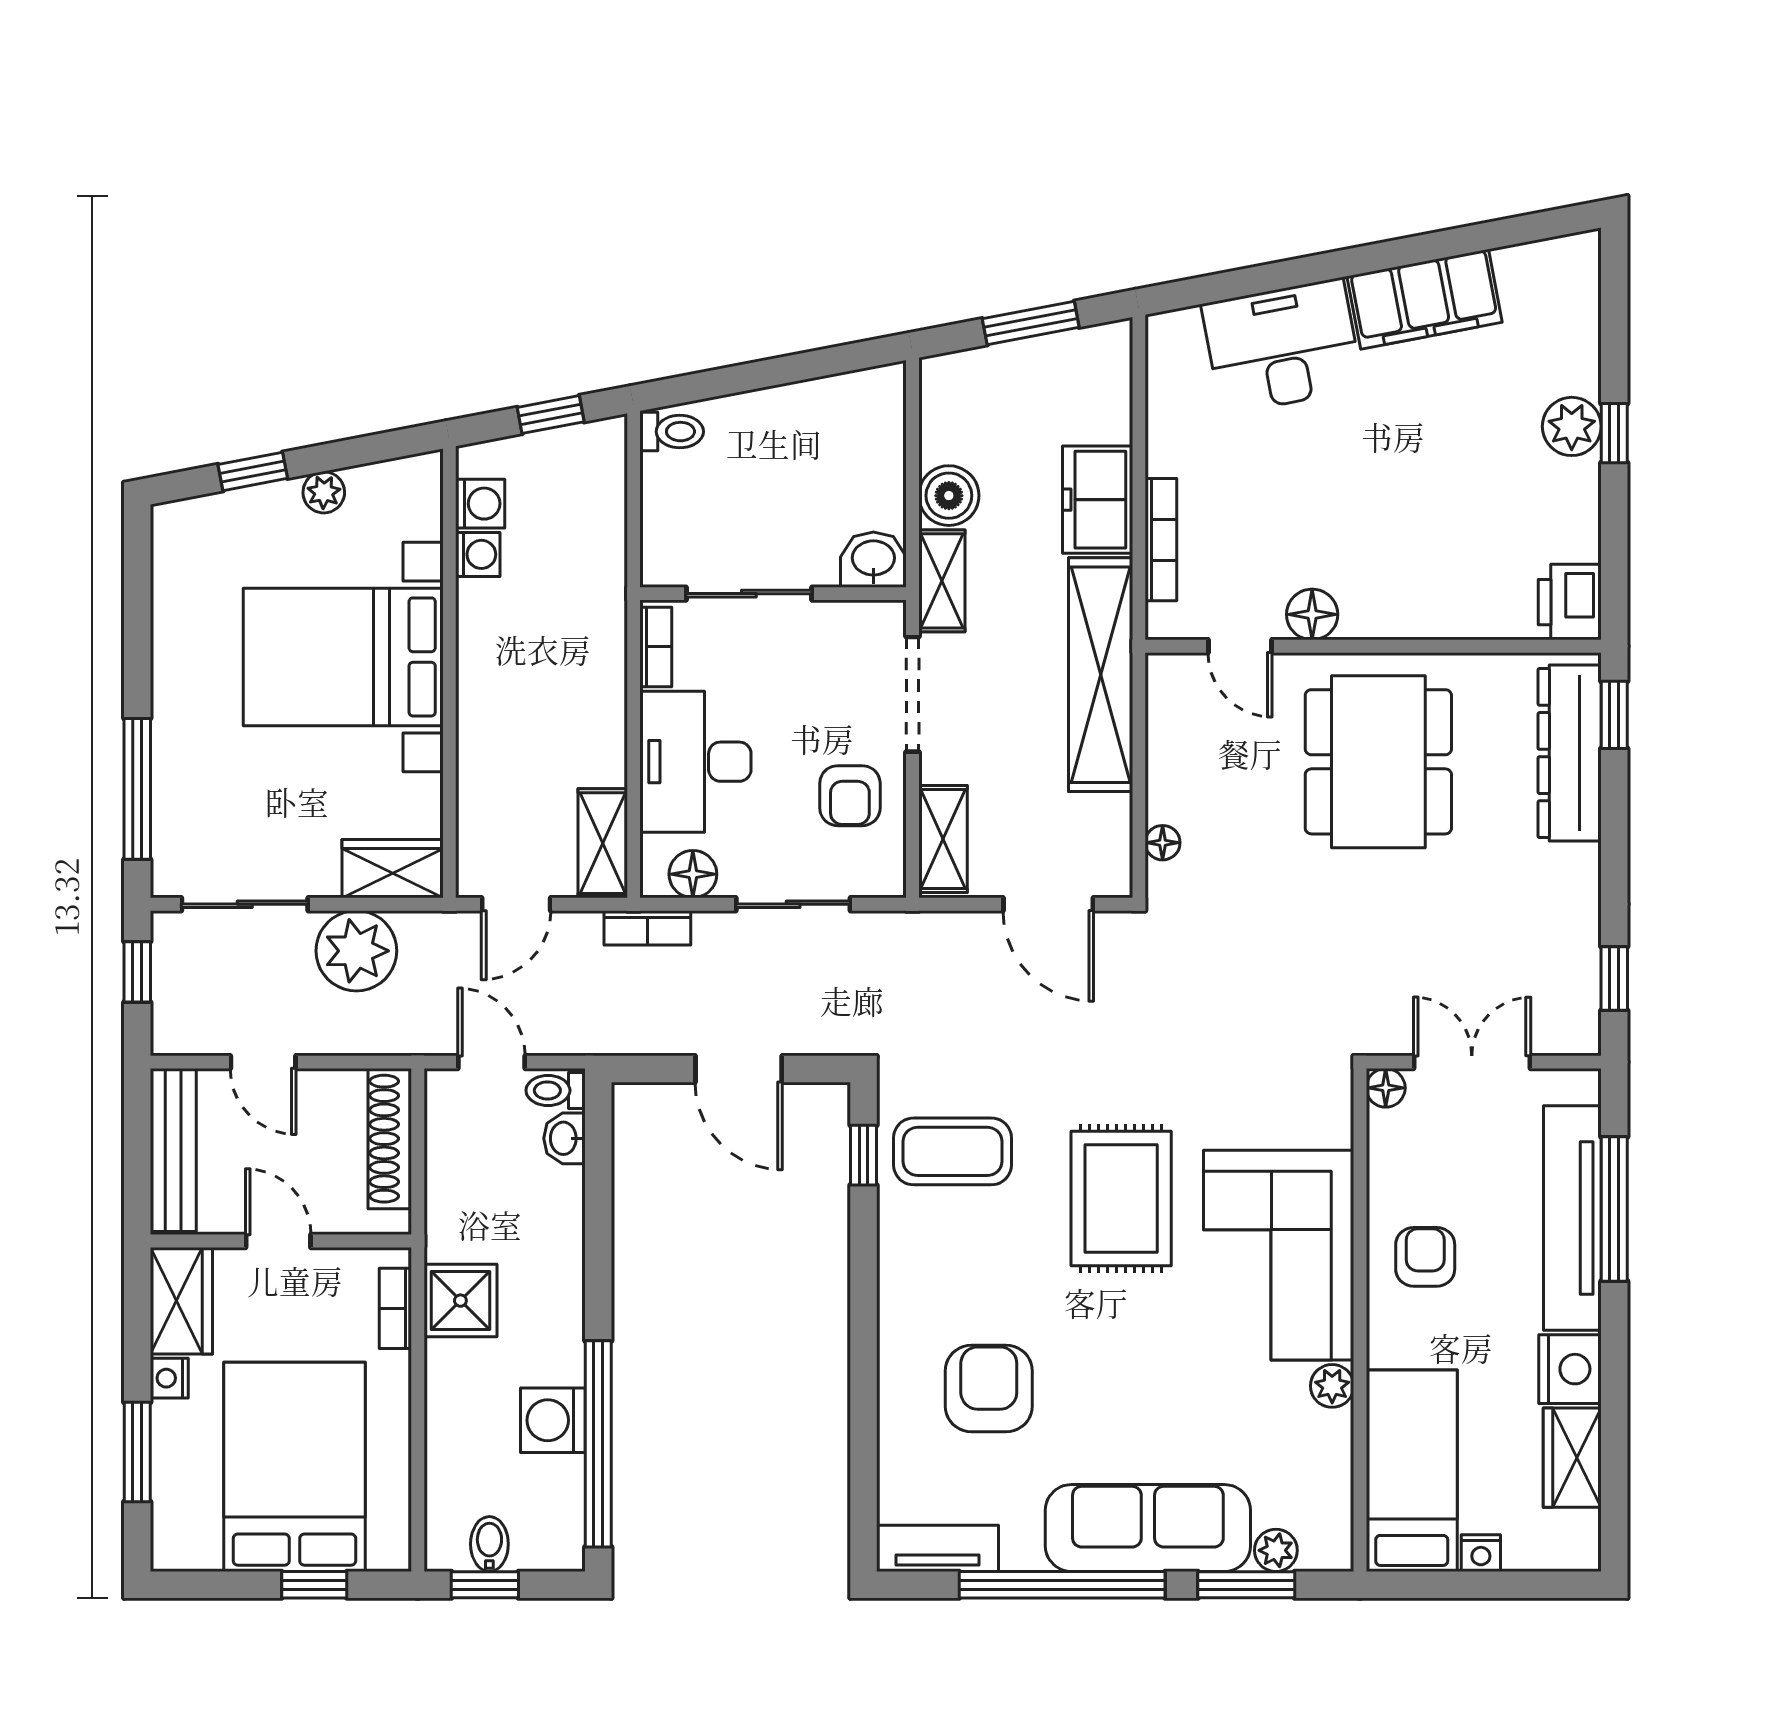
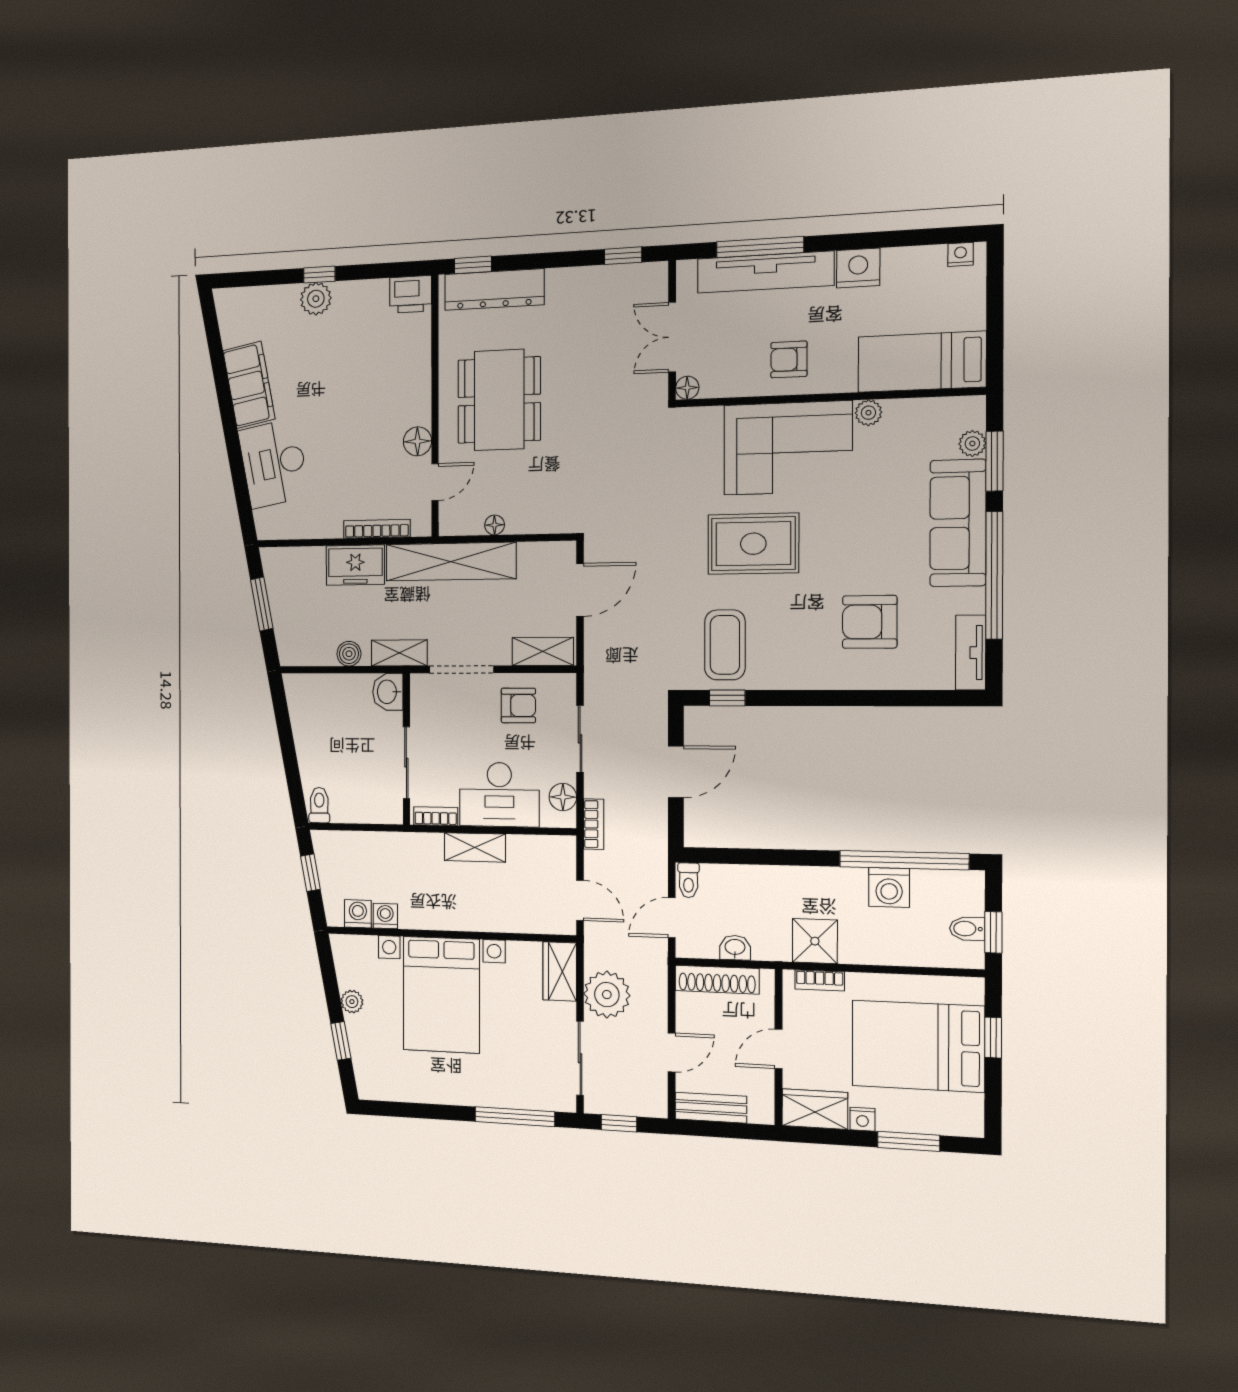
boiler: (949, 496) -> (349, 654), width x0.73, depth x0.73
dining table: (1378, 762) -> (499, 400), turned 90
shelving: (603, 843) -> (475, 847), moved
floor lamp: (1163, 843) -> (495, 525), moved
washbasin: (565, 1138) -> (735, 948), moved, turned 180
bench: (173, 1150) -> (711, 1108), width x0.73
wardrobe: (1572, 1458) -> (914, 263), removed
nightstand: (1481, 1553) -> (961, 254), moved, turned -90

